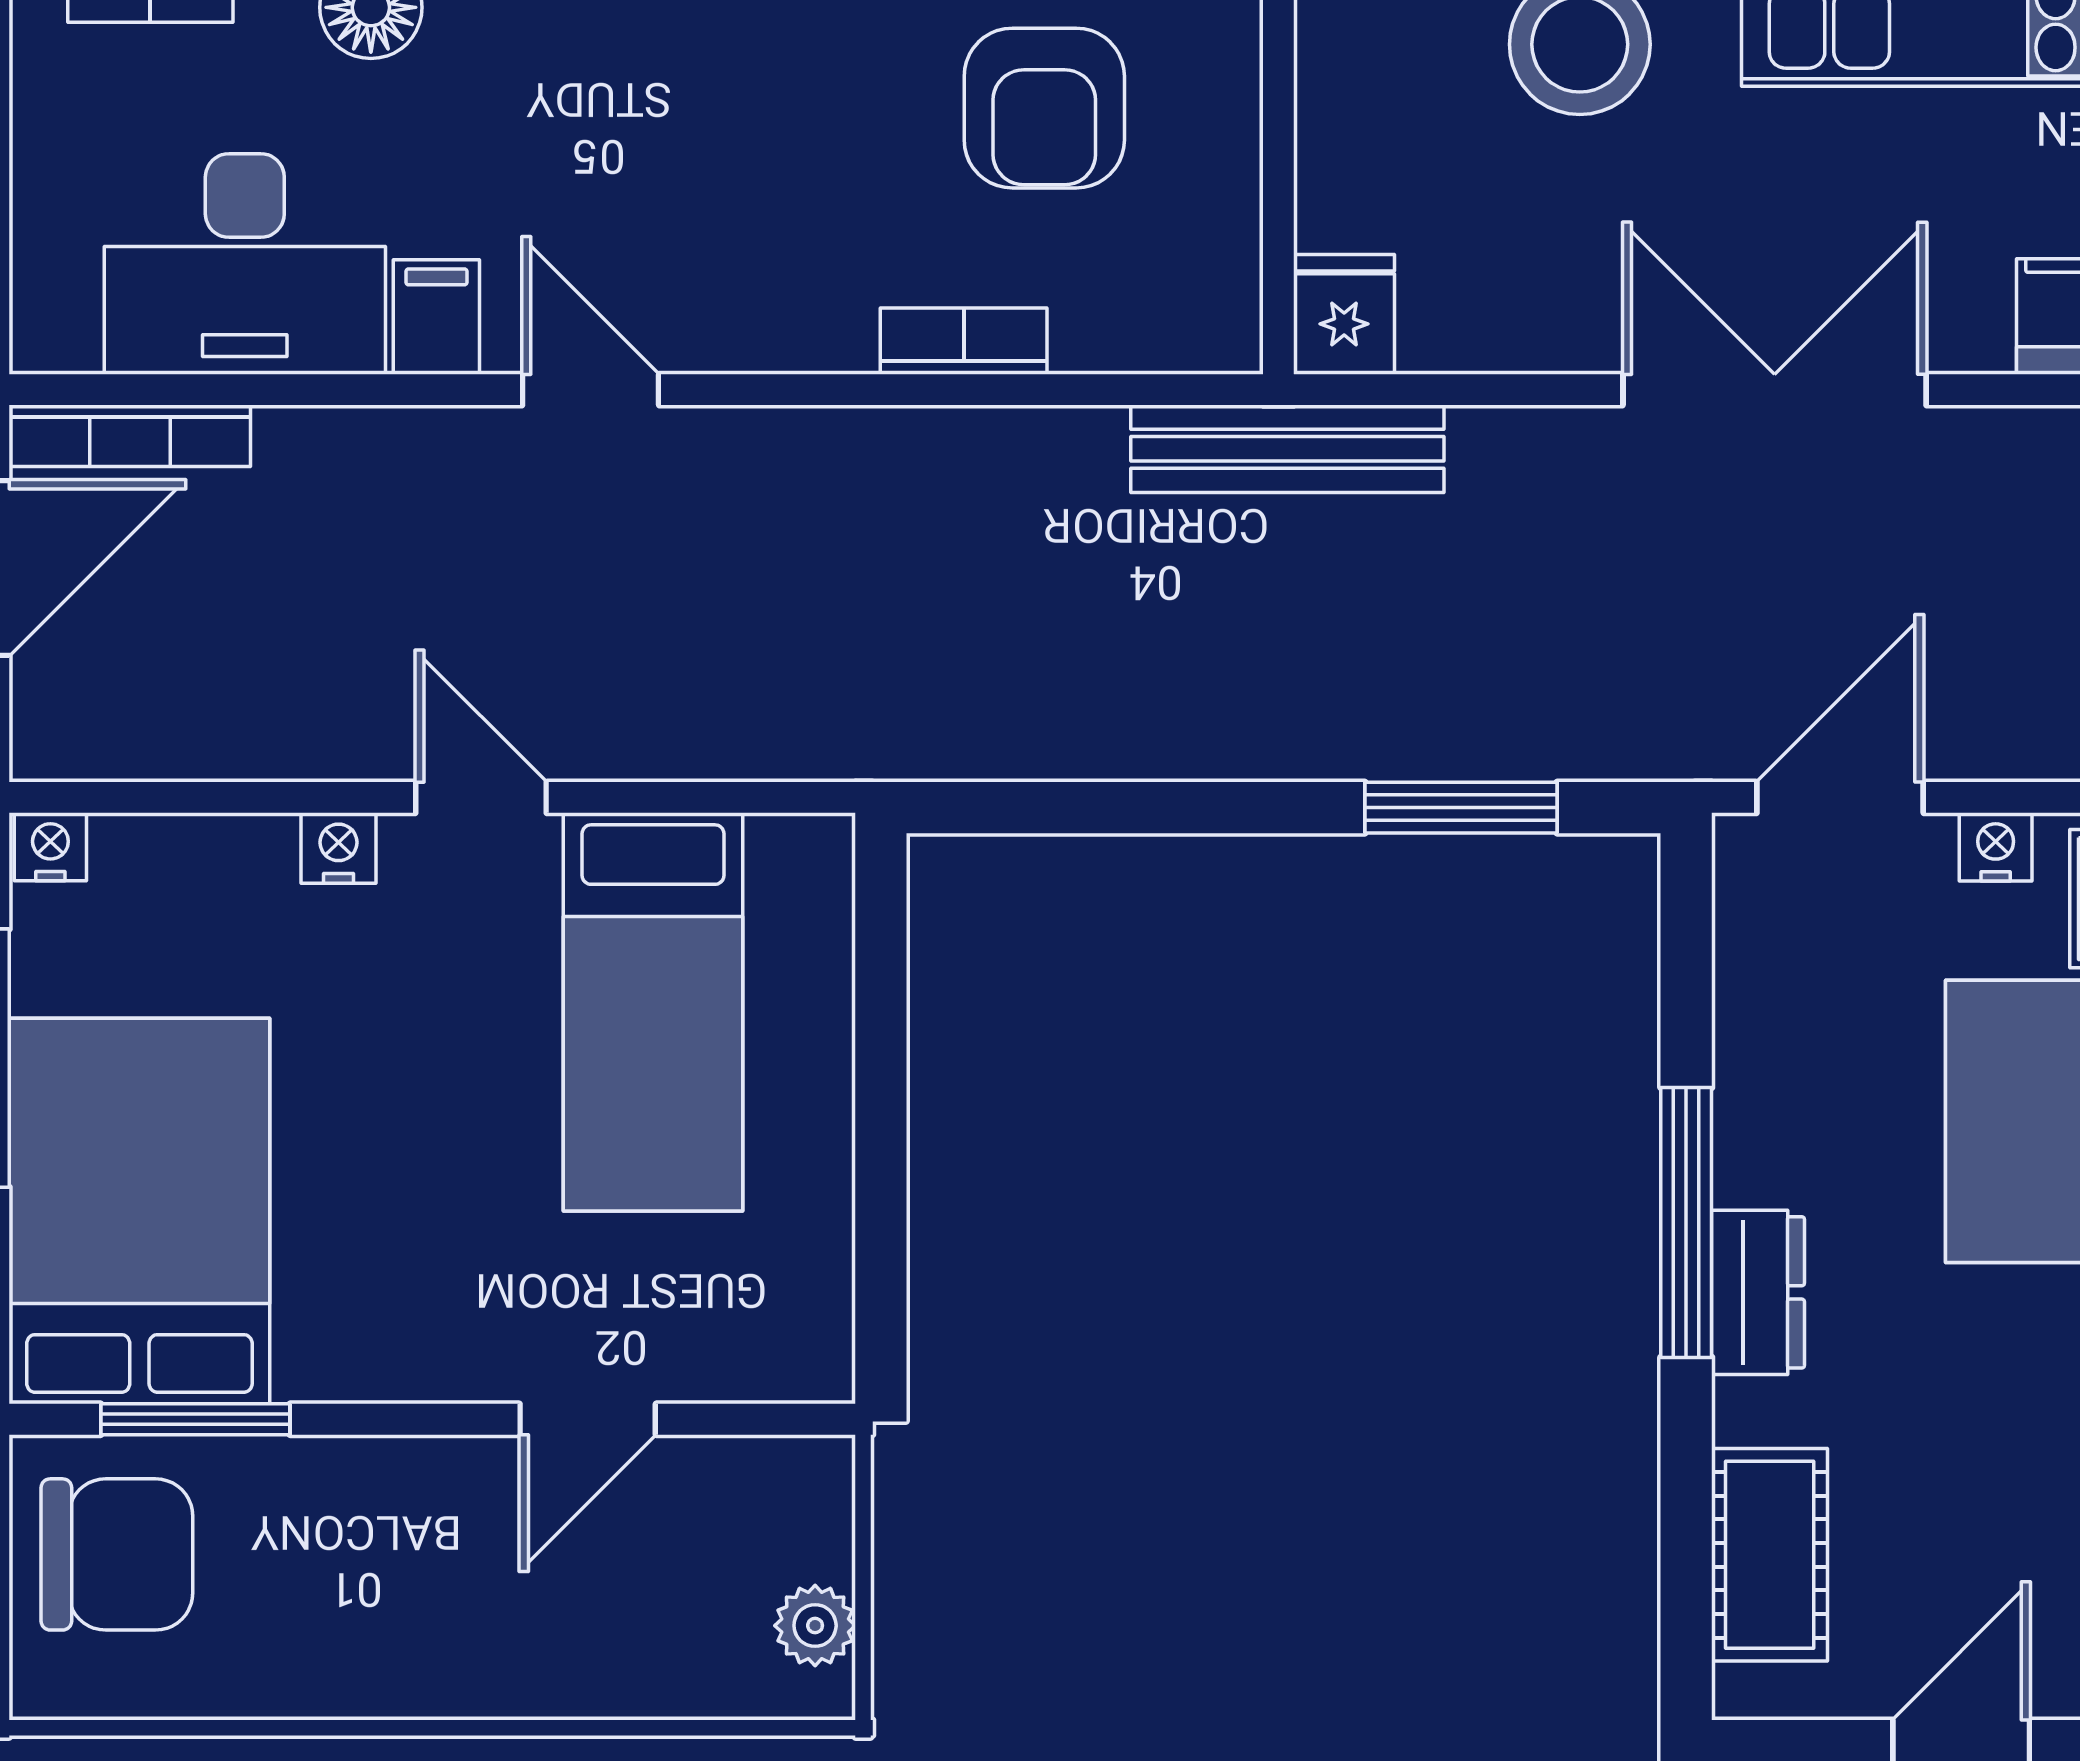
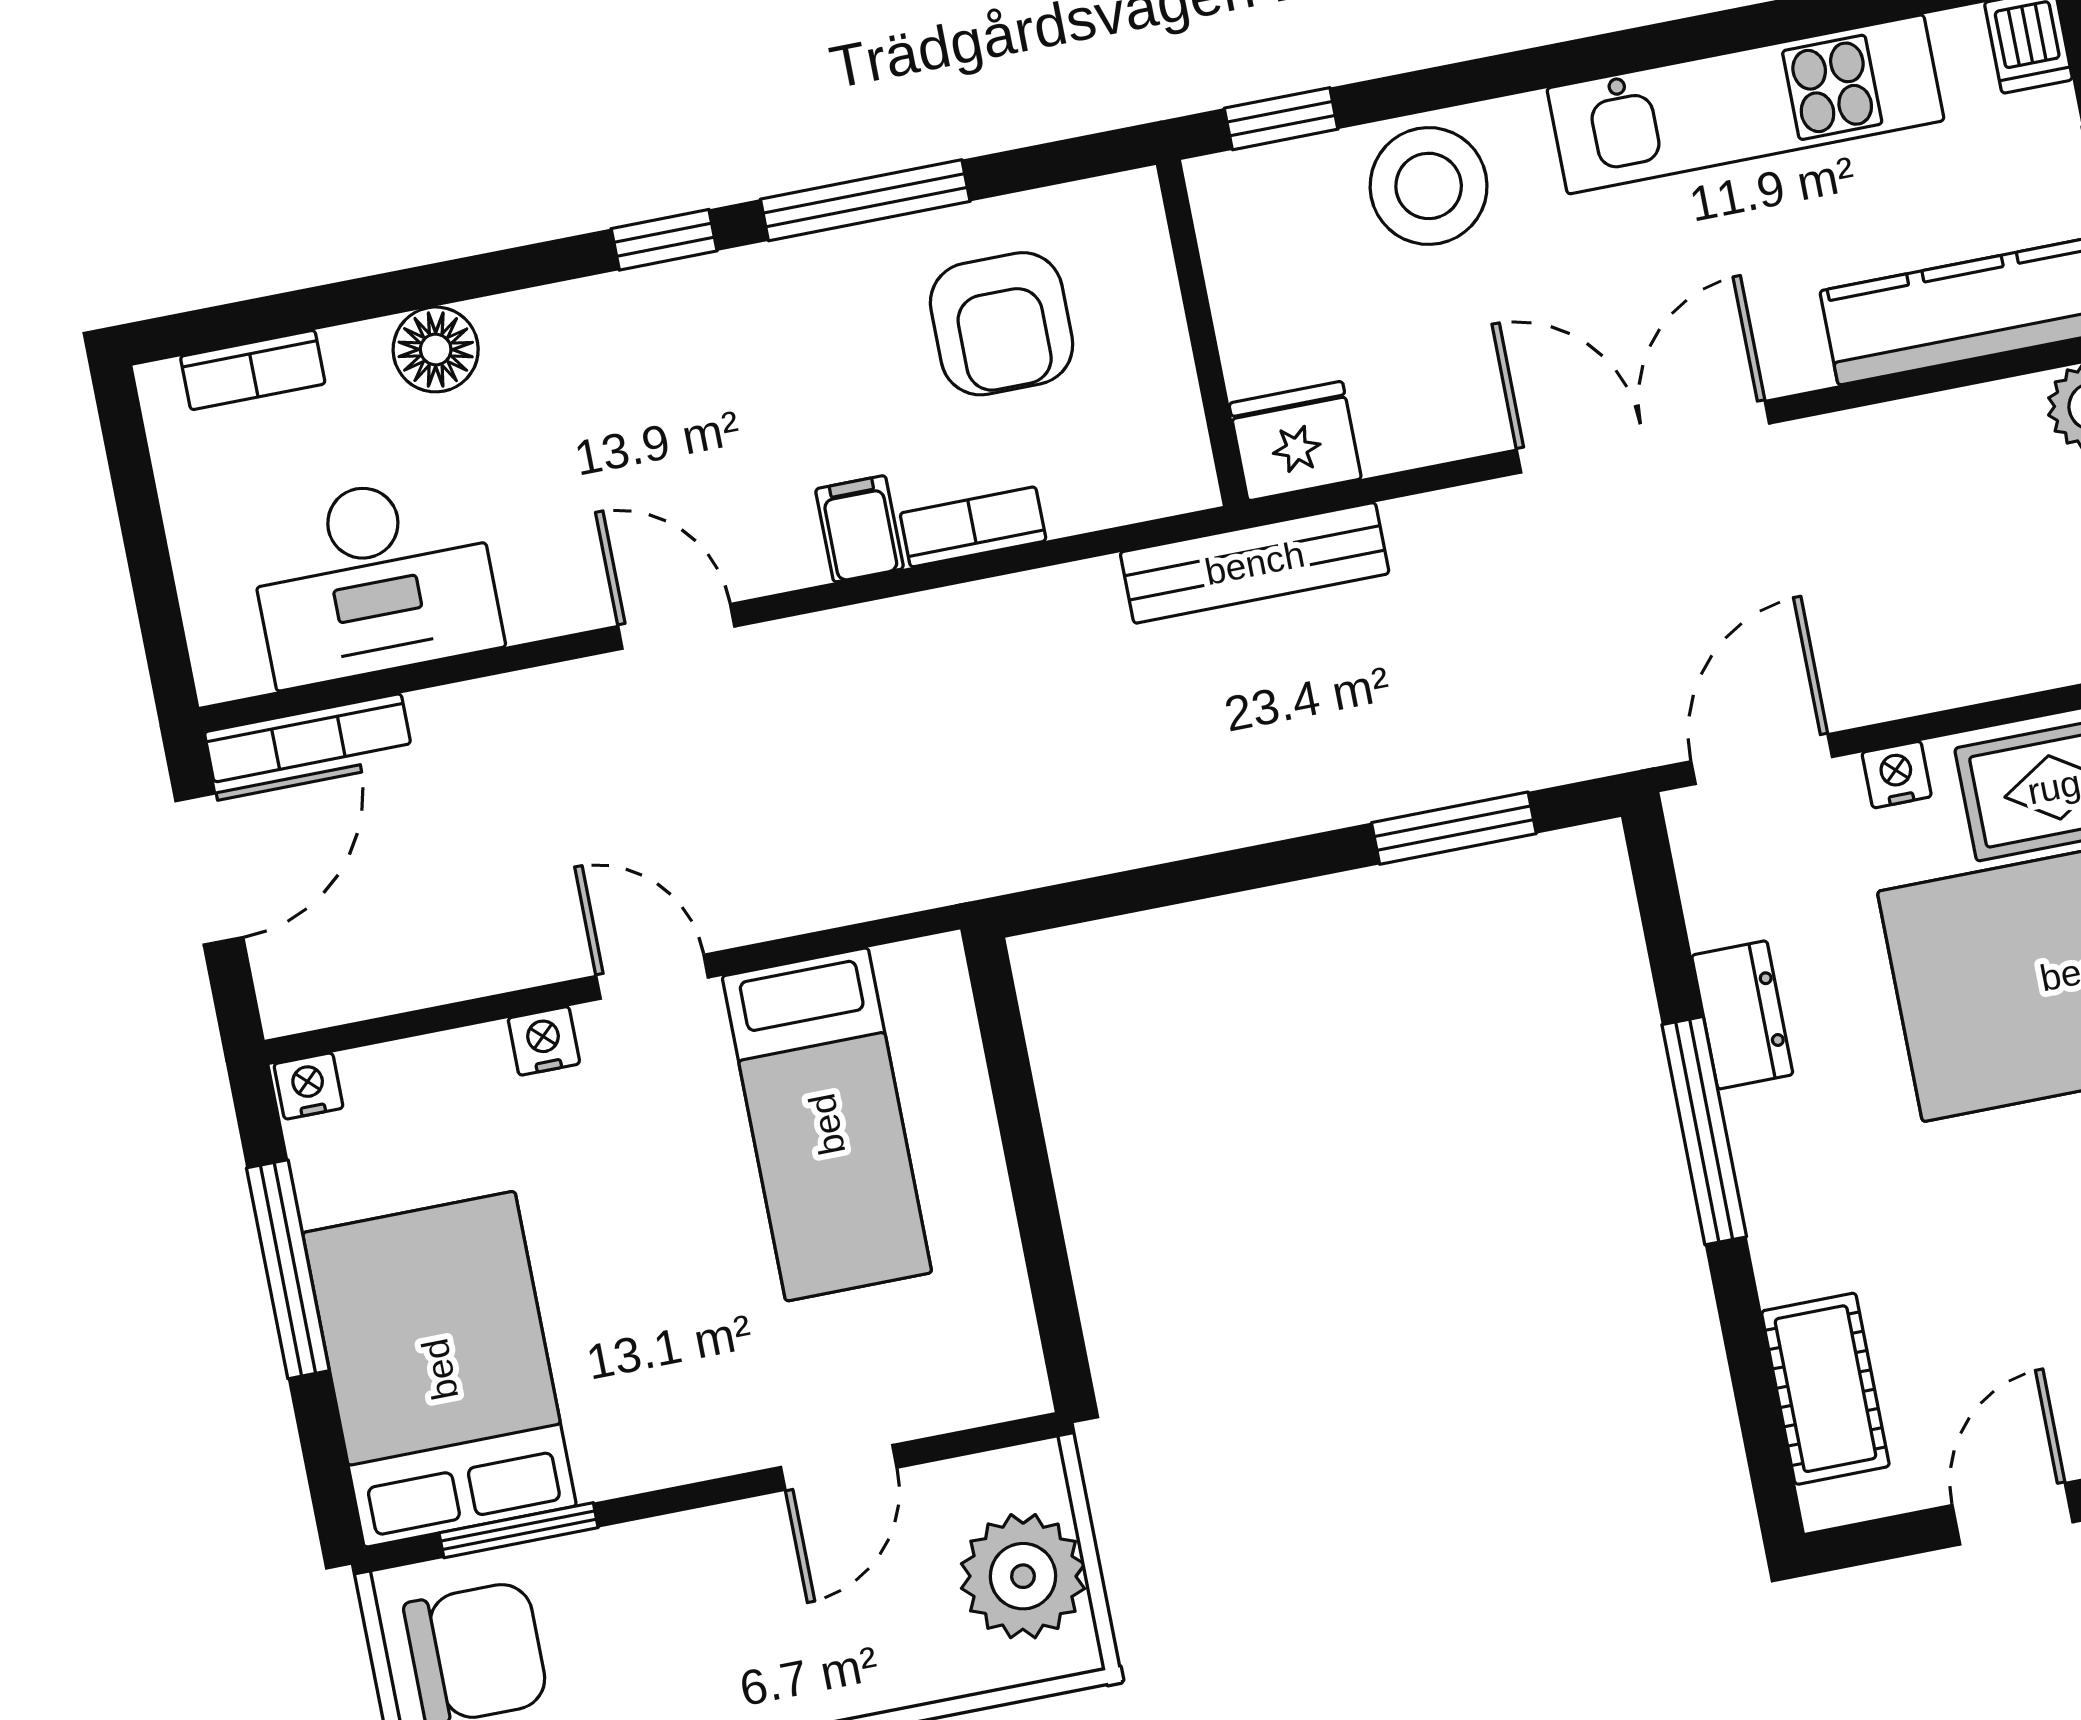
fridge: (1344, 314) -> (1295, 441), width x1.38
filing cabinet: (436, 317) -> (860, 529), moved
dresser: (1758, 1292) -> (1742, 1015), moved
plant: (815, 1626) -> (1023, 1576), width x1.88, depth x1.88

